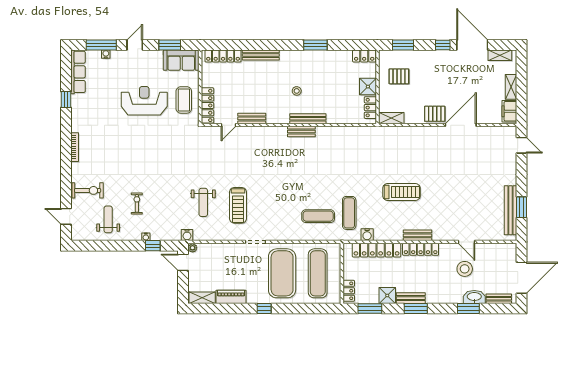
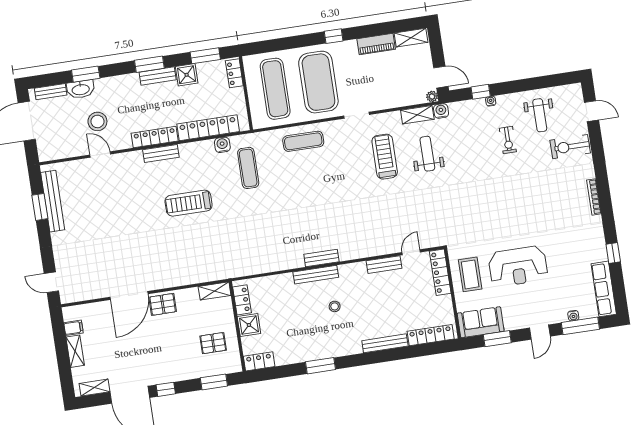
filing cabinet: (509, 111) -> (73, 328), width x0.50
exercise mat: (318, 216) -> (303, 141), moved
shelving: (207, 235) -> (417, 115), added

